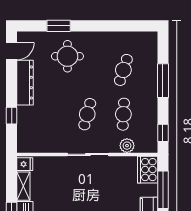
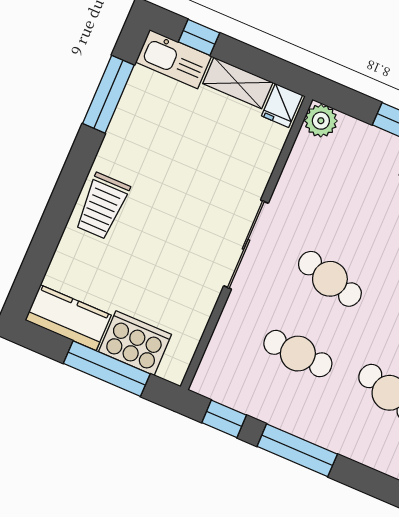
window: (163, 81) -> (297, 450), moved
plant: (127, 146) -> (321, 121), moved
cooker: (148, 170) -> (135, 343), moved

